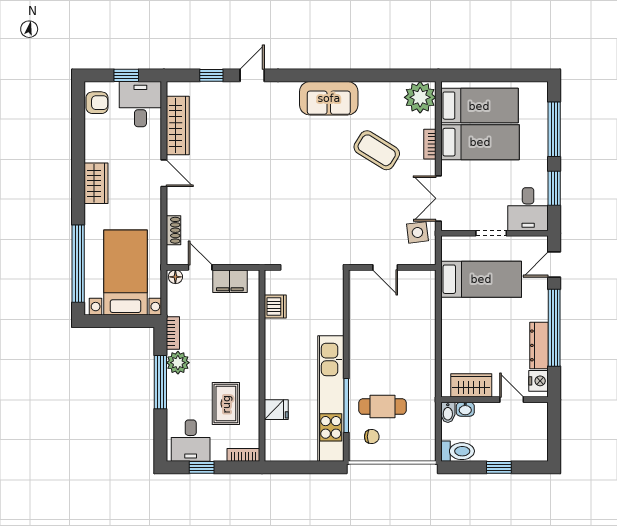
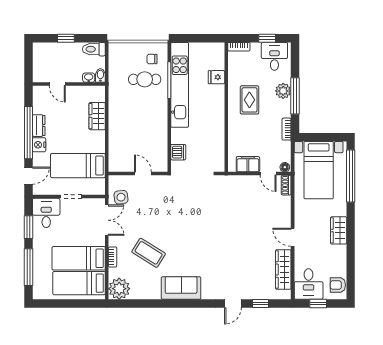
shoe rack: (173, 230) -> (286, 185), moved
dishwasher: (275, 306) -> (178, 152), moved, turned 180
dresser: (539, 345) -> (39, 126), width x0.70
plant: (178, 363) -> (283, 91), moved
nightstand: (539, 381) -> (39, 145), moved
wardrobe: (471, 385) -> (97, 116), moved, turned 90
rug: (226, 404) -> (249, 100), moved

